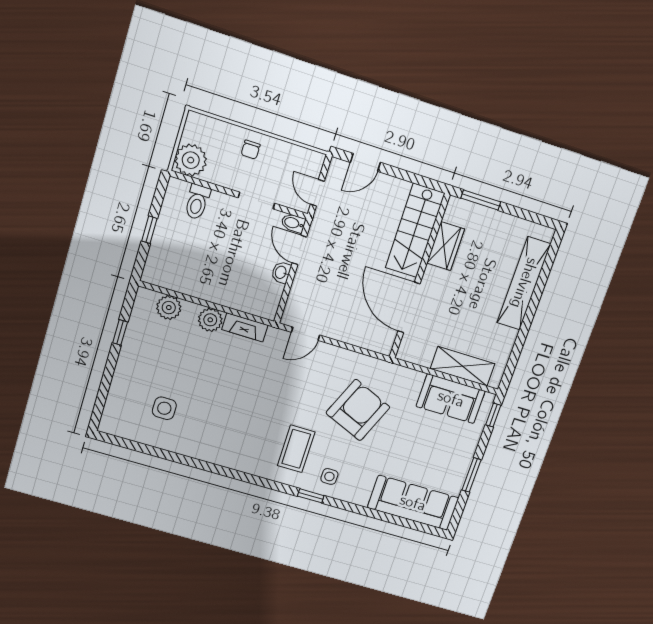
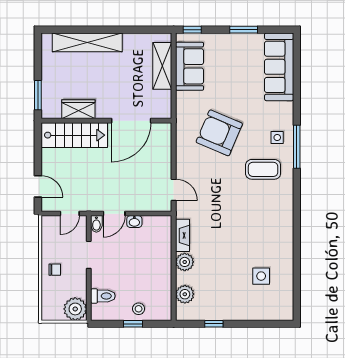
stool: (167, 243) -> (139, 309), added
window: (311, 496) -> (297, 147), width x2.17

